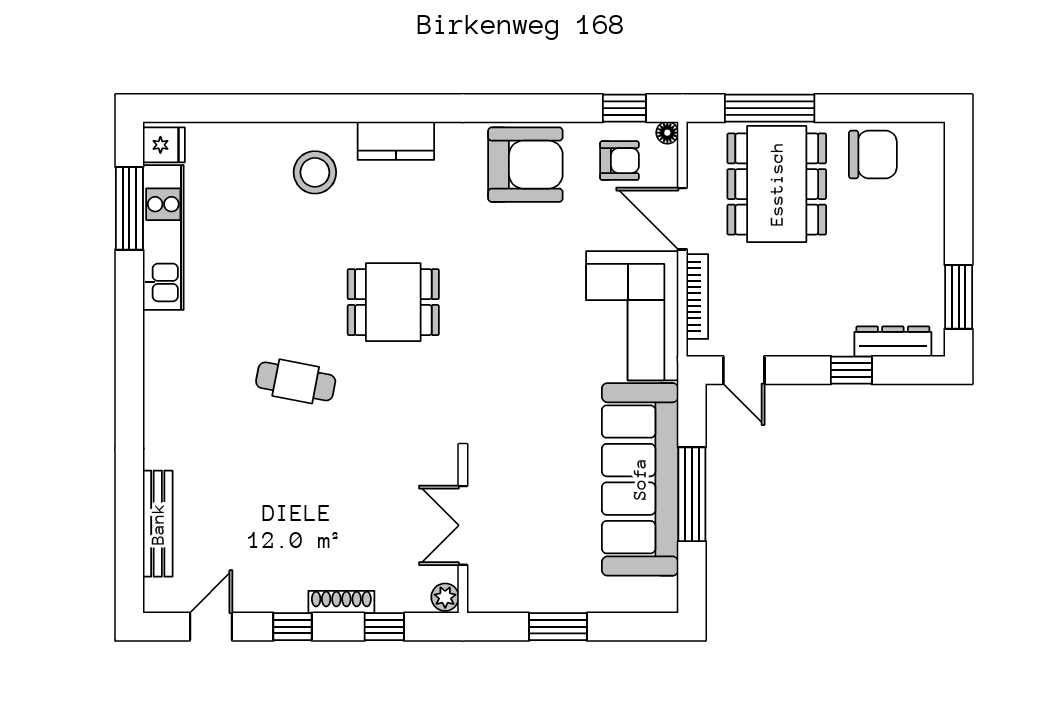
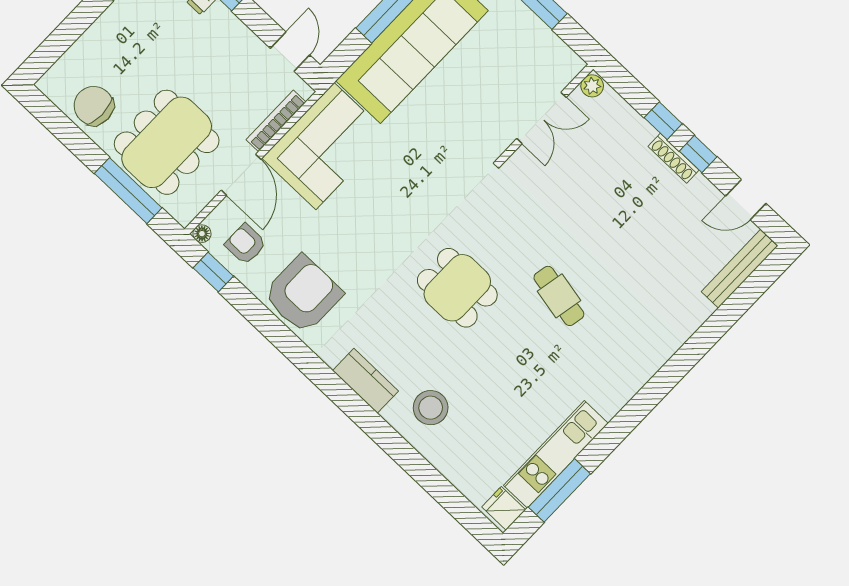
armchair: (525, 165) -> (303, 294), turned 90
bench: (158, 524) -> (739, 269), moved
shoe rack: (341, 602) -> (674, 158), moved
window: (384, 627) -> (663, 121), moved

